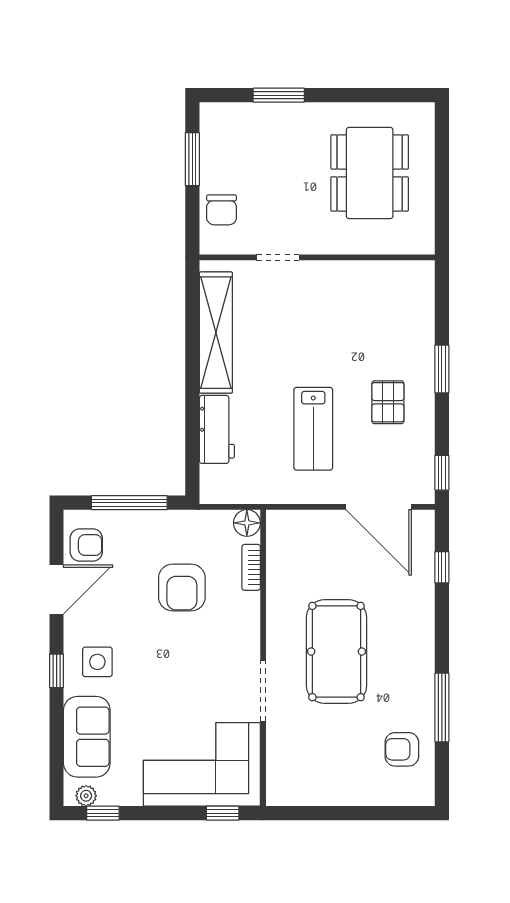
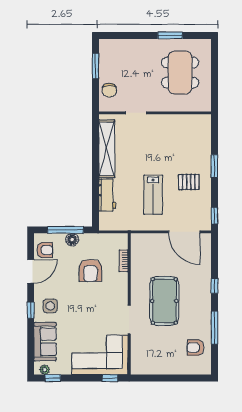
window: (279, 95) -> (170, 35), moved
pallet: (388, 402) -> (189, 182), turned 90
floor lamp: (247, 523) -> (72, 240), moved
window: (442, 567) -> (215, 286), moved

